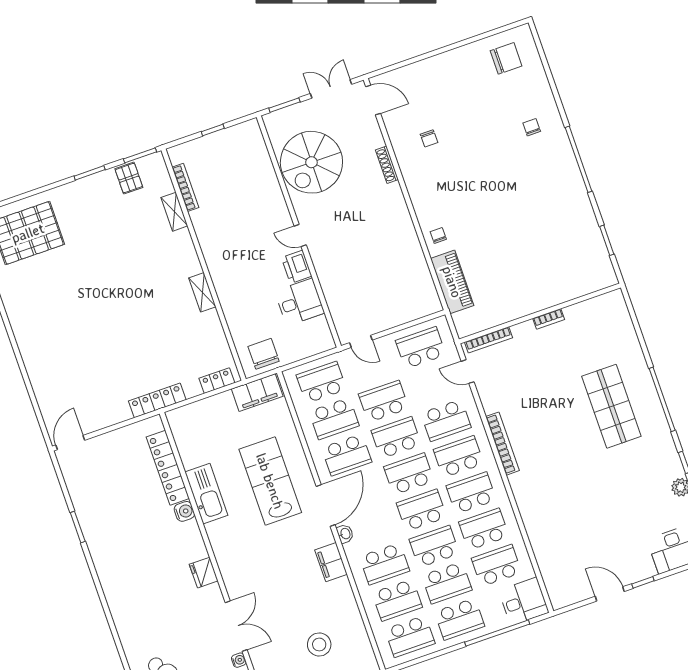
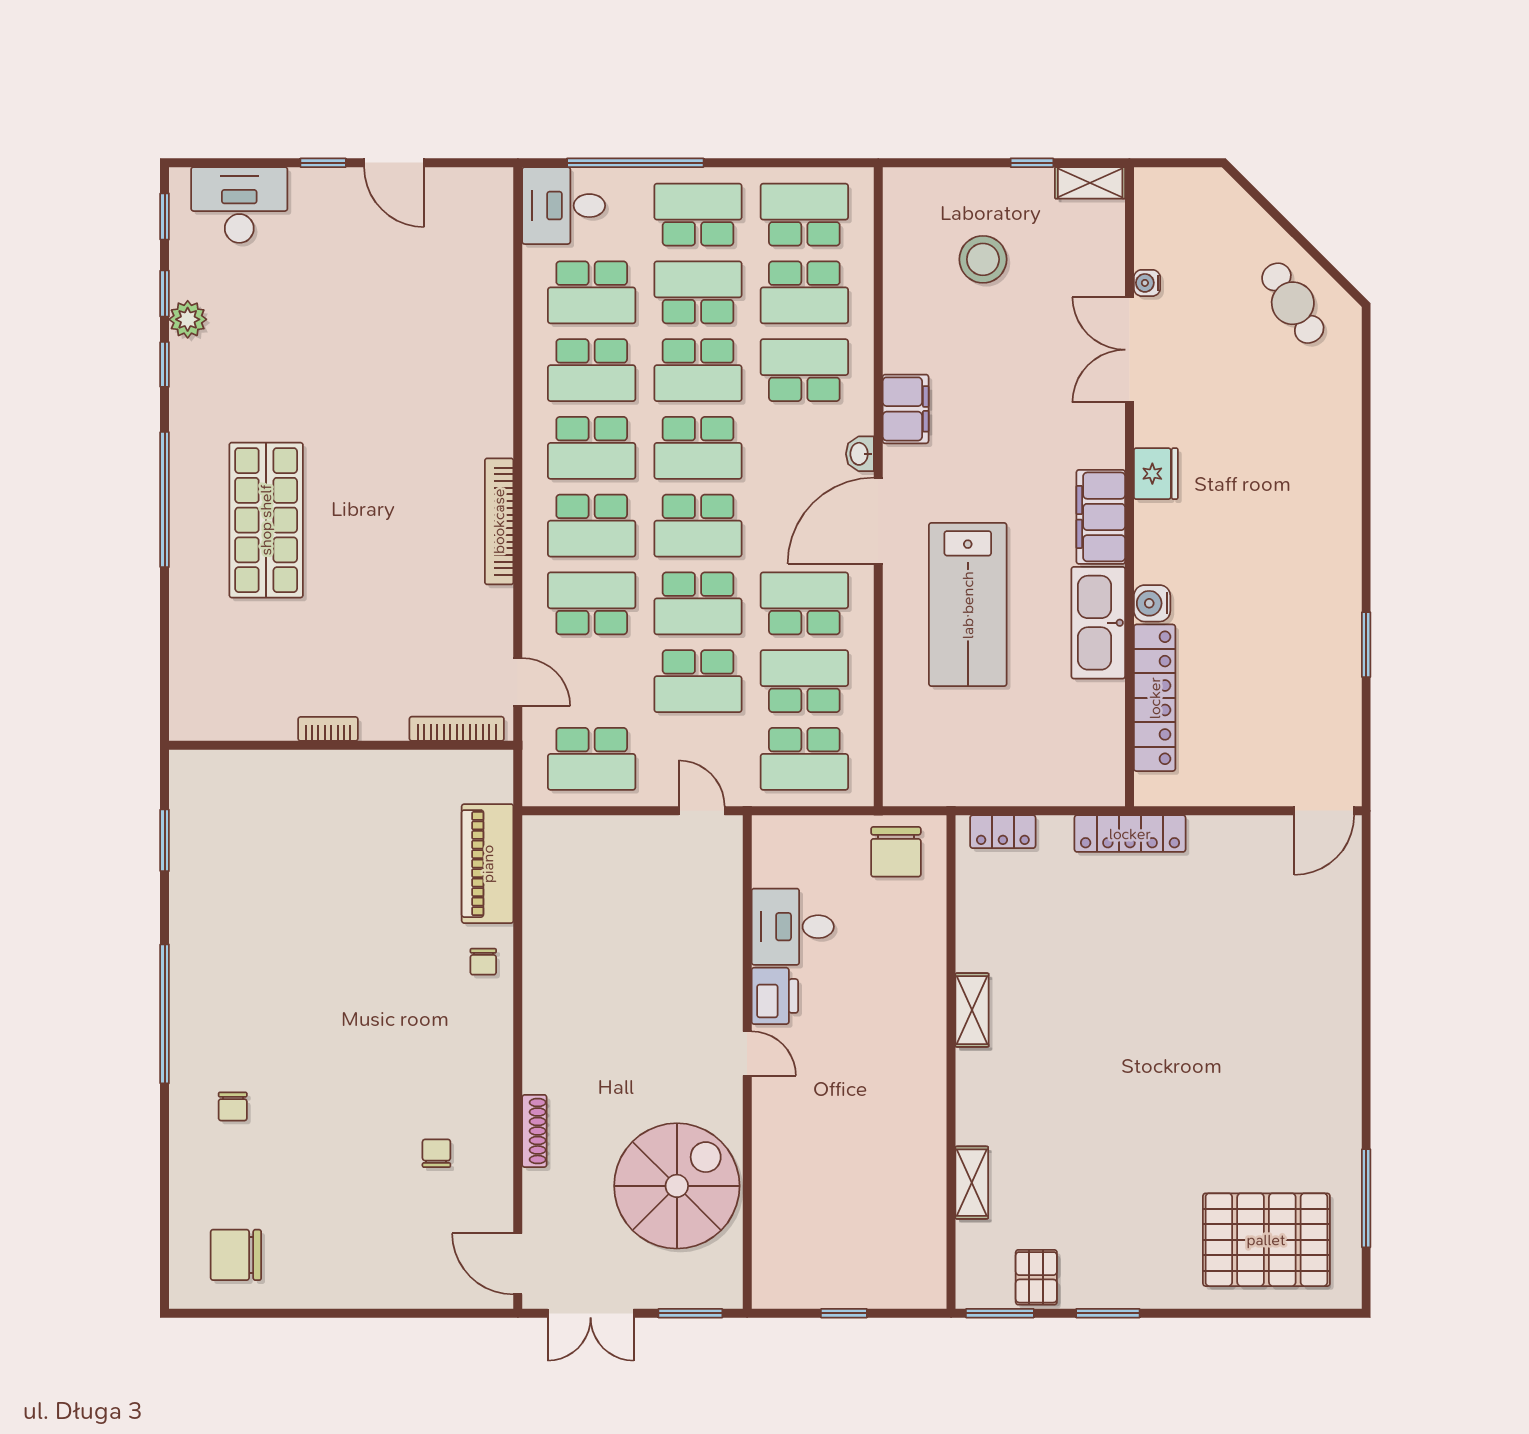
bookcase: (185, 187) -> (934, 1222), removed
filing cabinet: (257, 393) -> (1101, 517), moved, turned -90
school desk: (397, 600) -> (804, 292), turned 180

